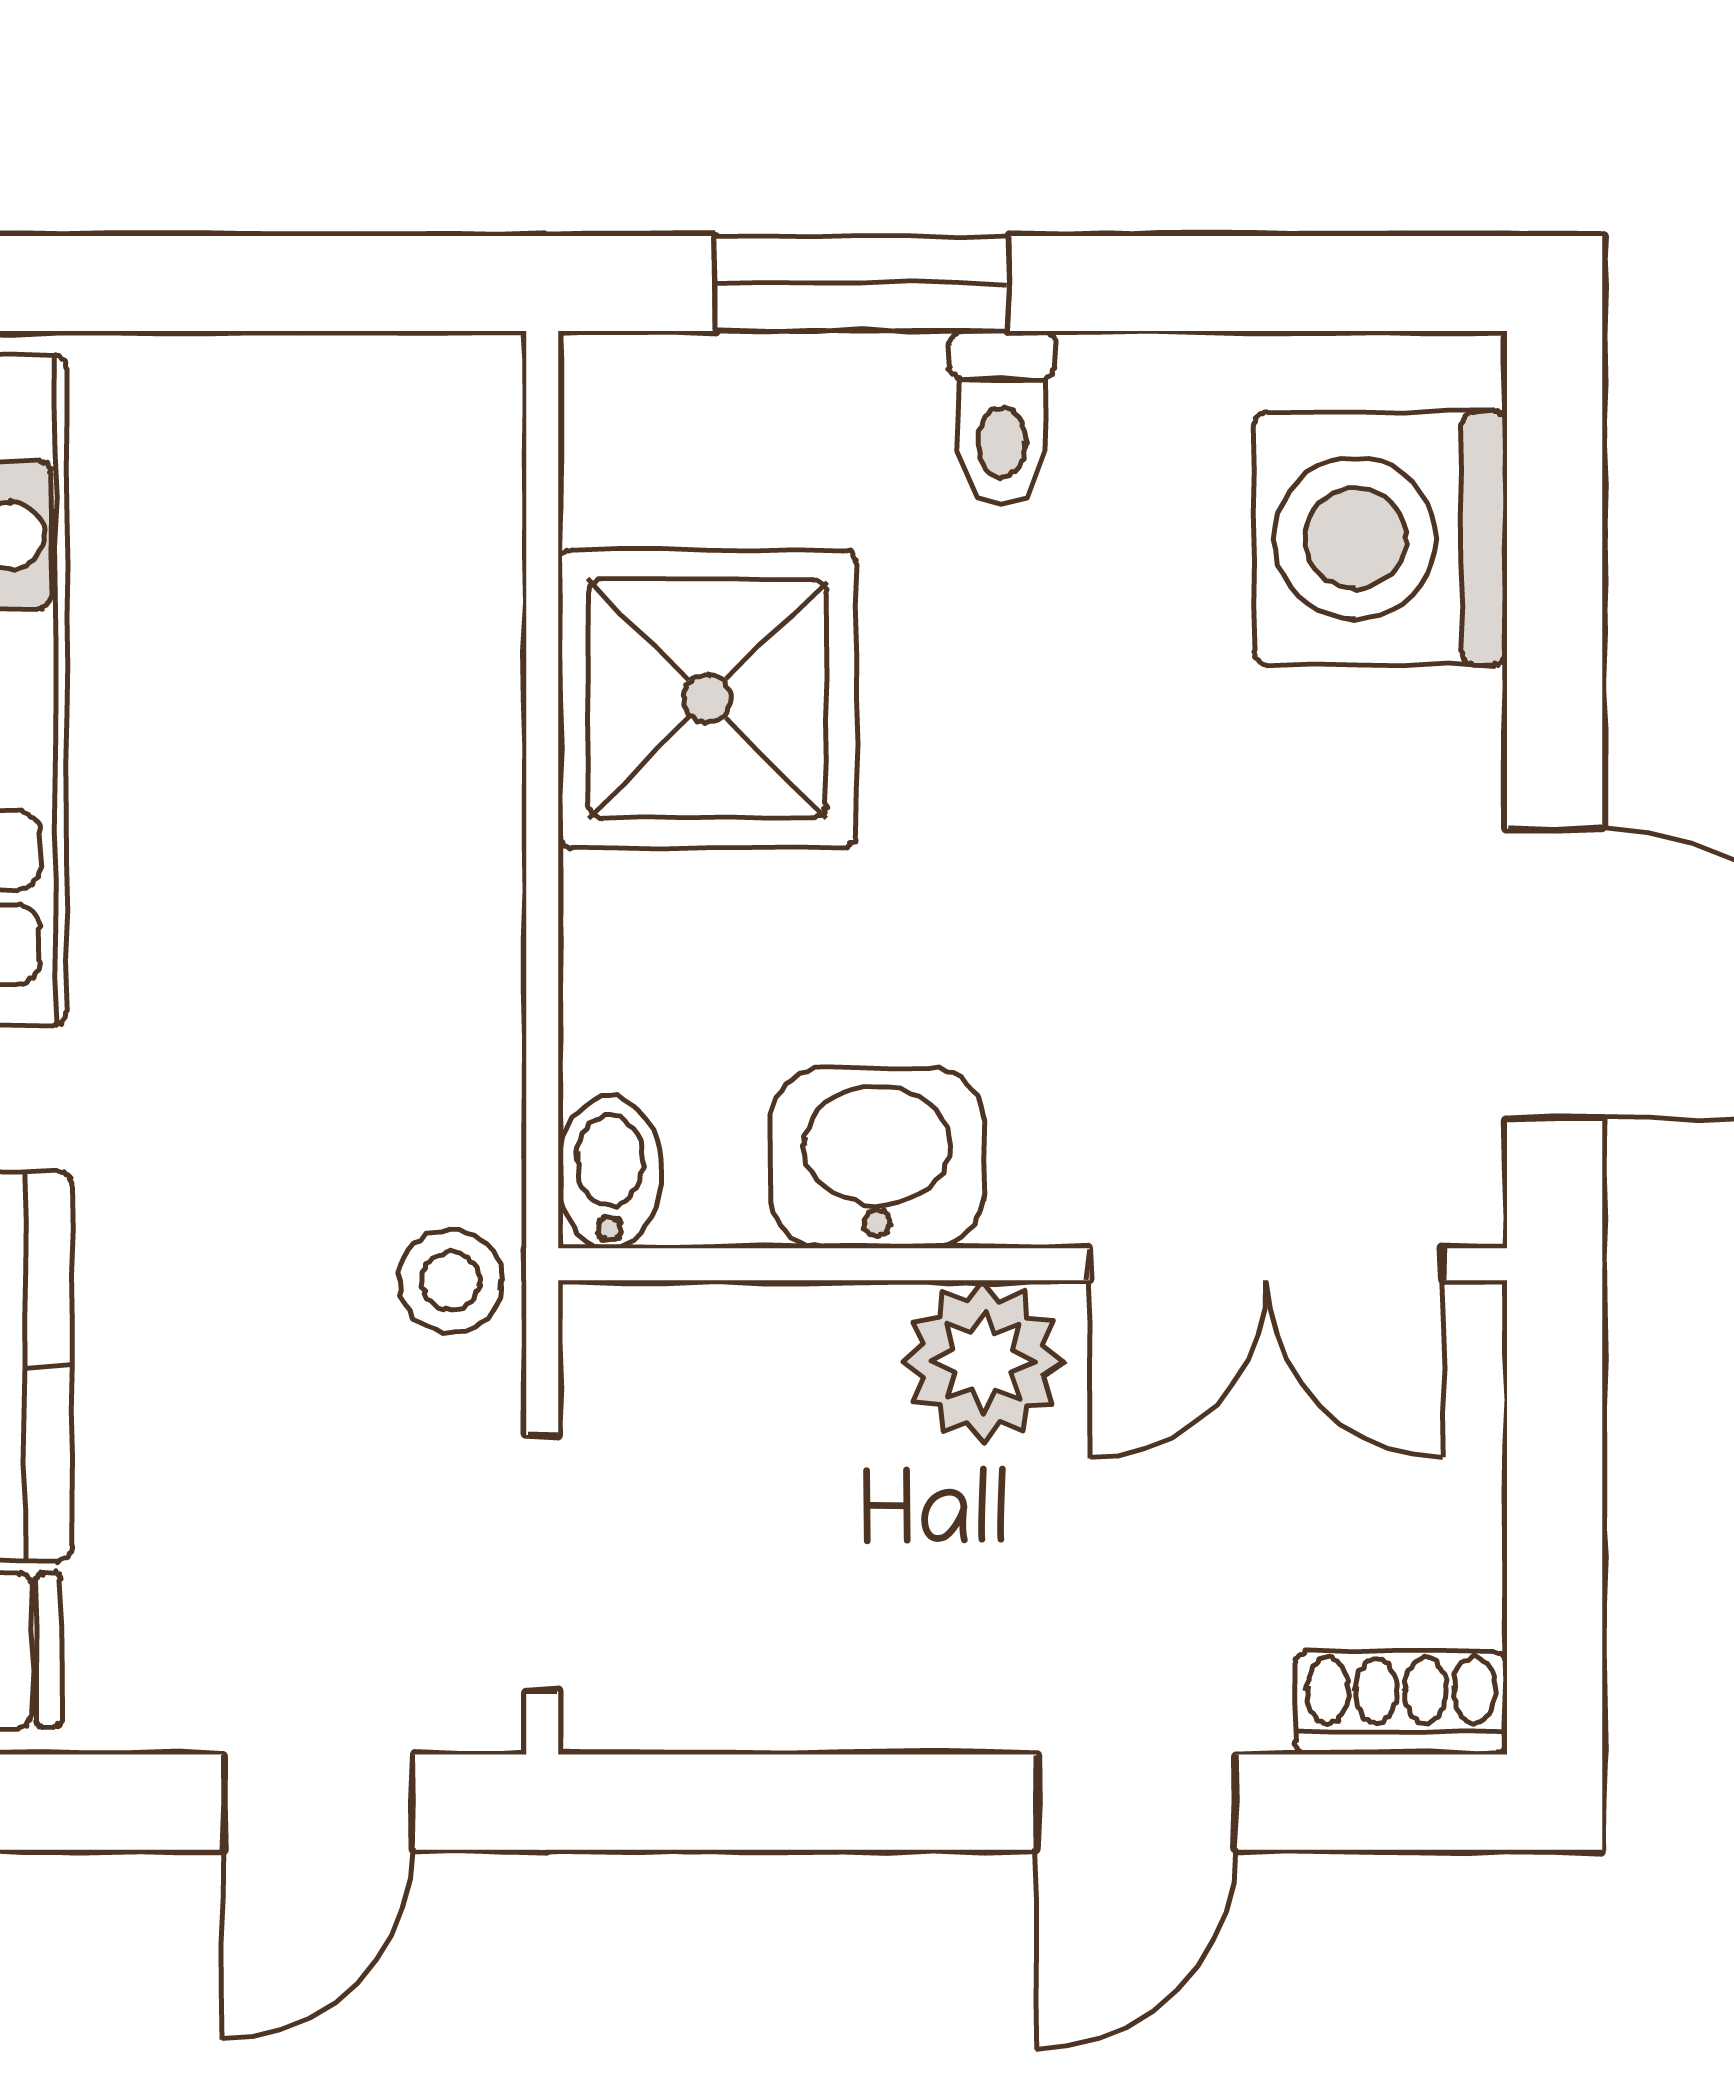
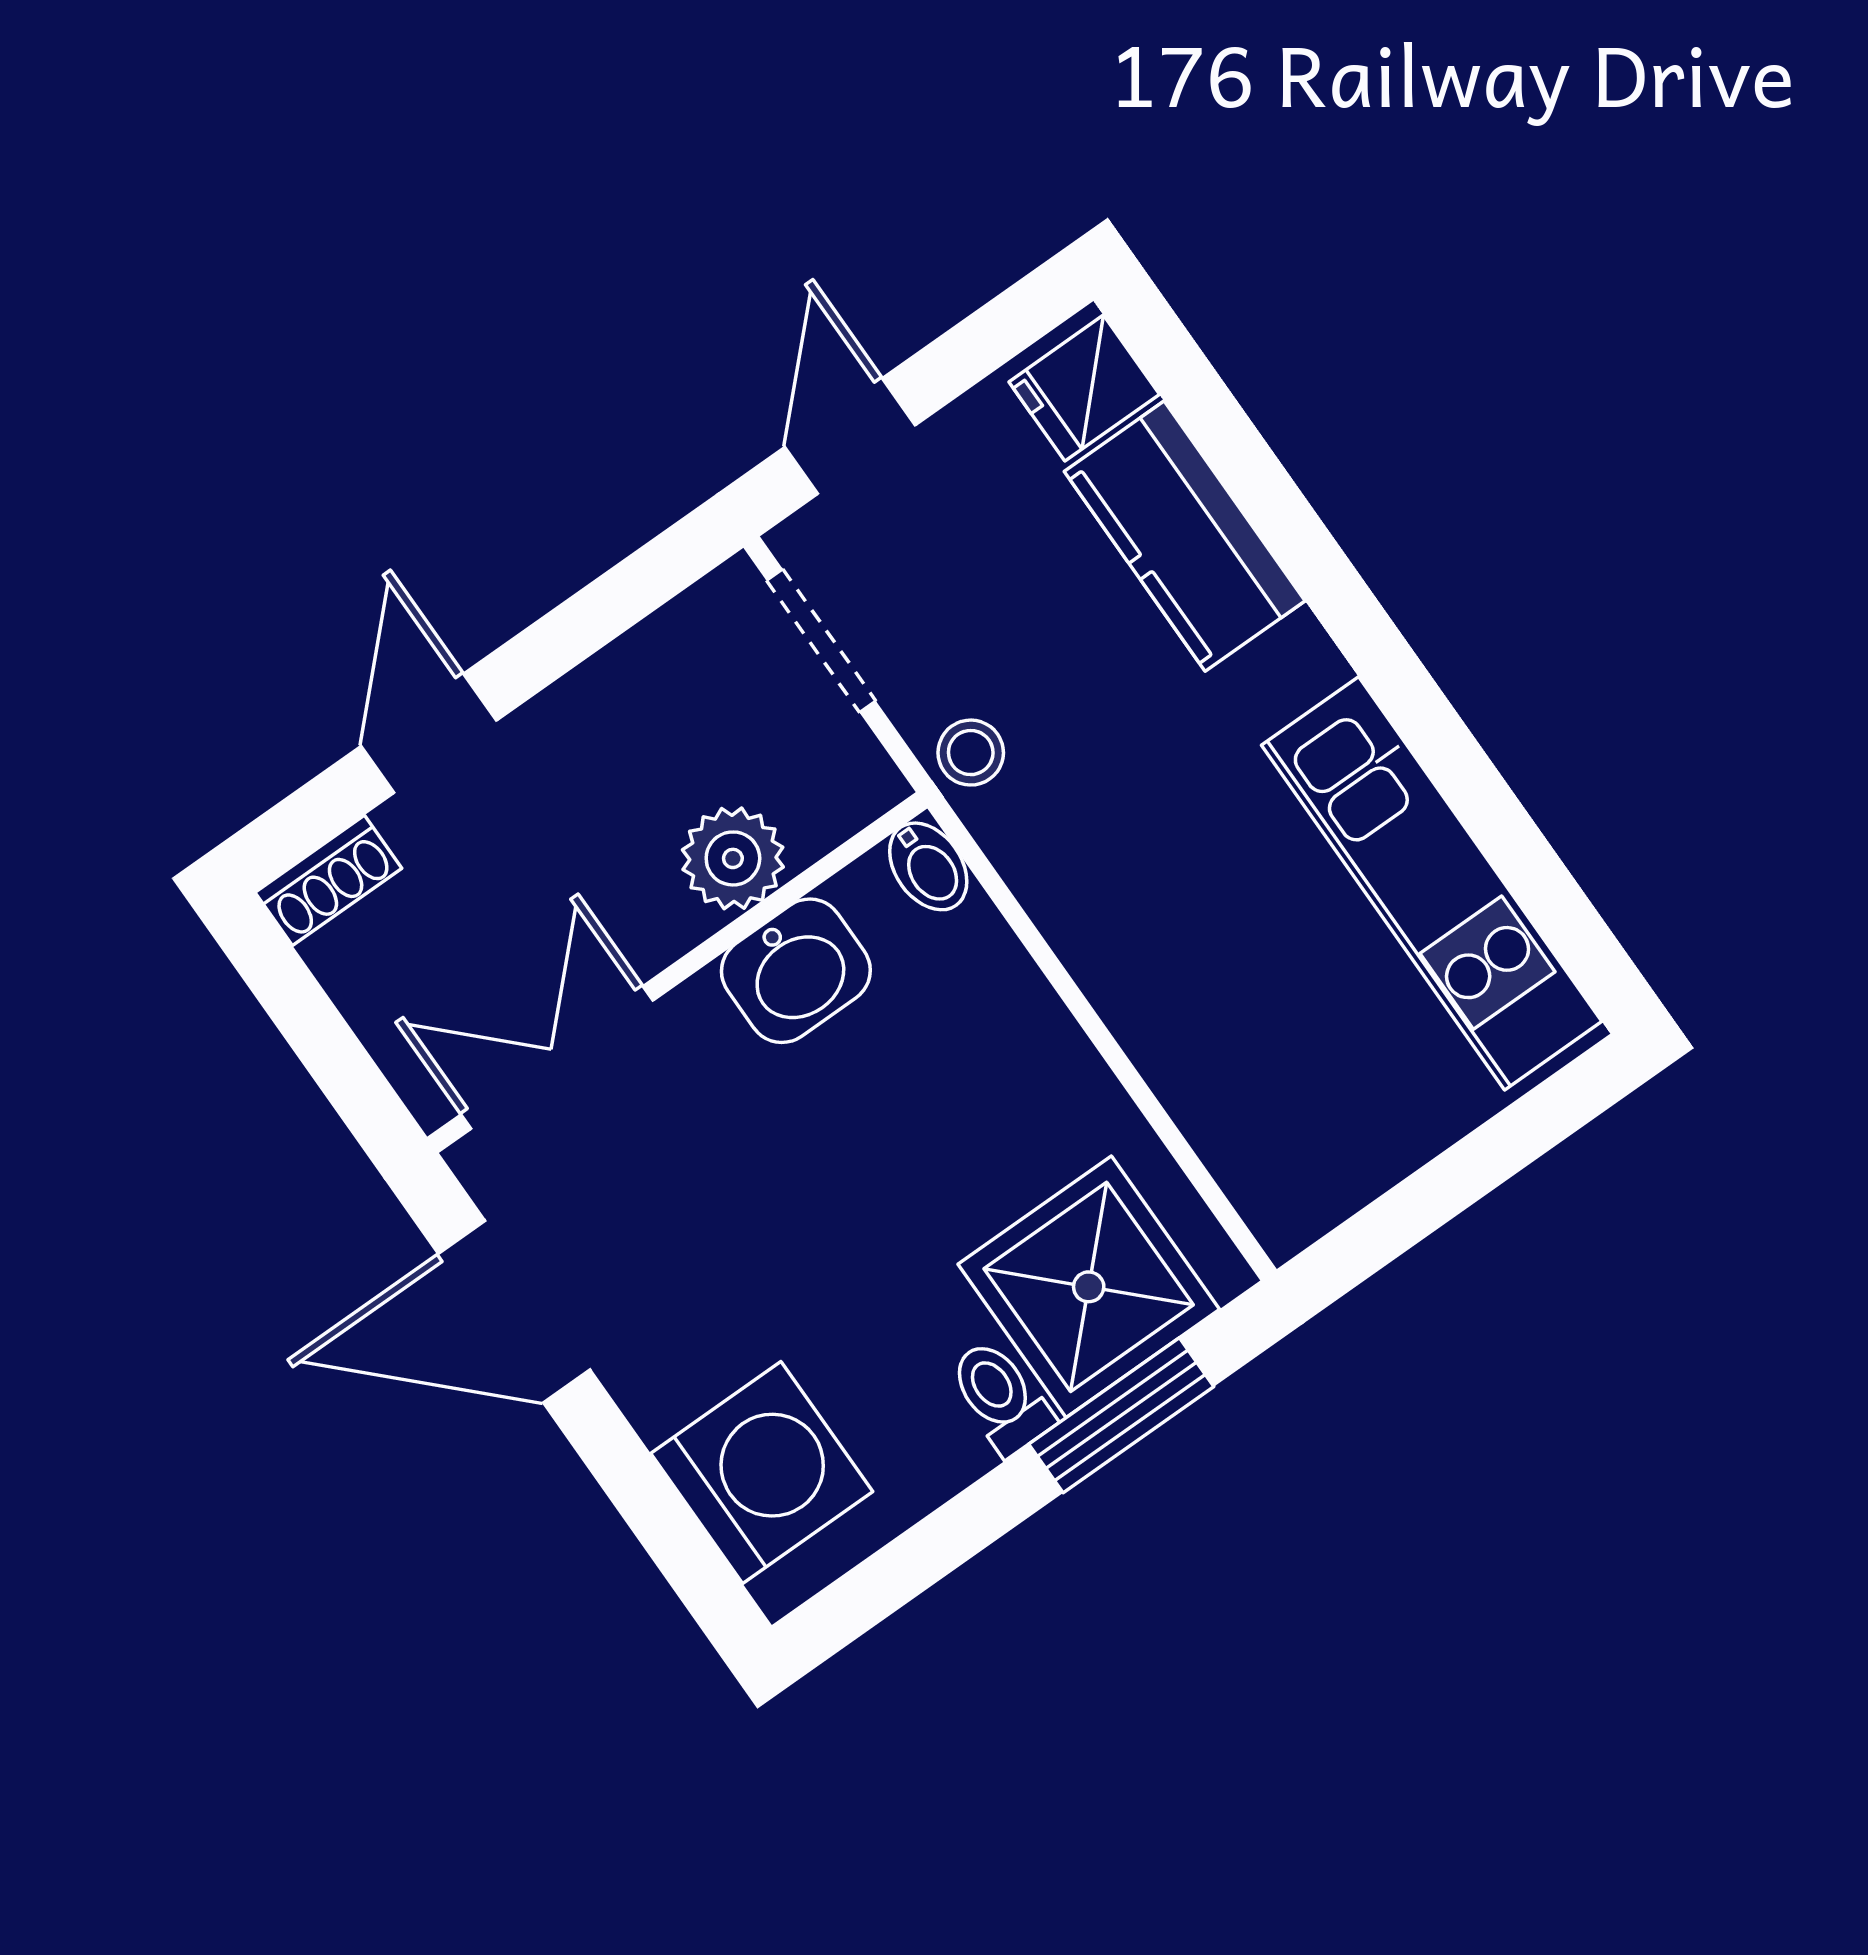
shower: (707, 699) -> (1089, 1287), moved
plant: (983, 1361) -> (733, 858), moved

